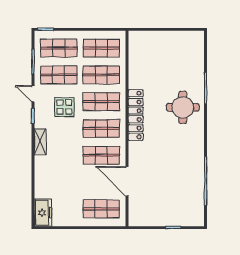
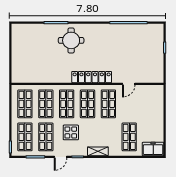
locker: (136, 115) -> (92, 77), moved
door: (127, 181) -> (129, 84), width x0.53
shop shelf: (101, 209) -> (129, 137), moved

